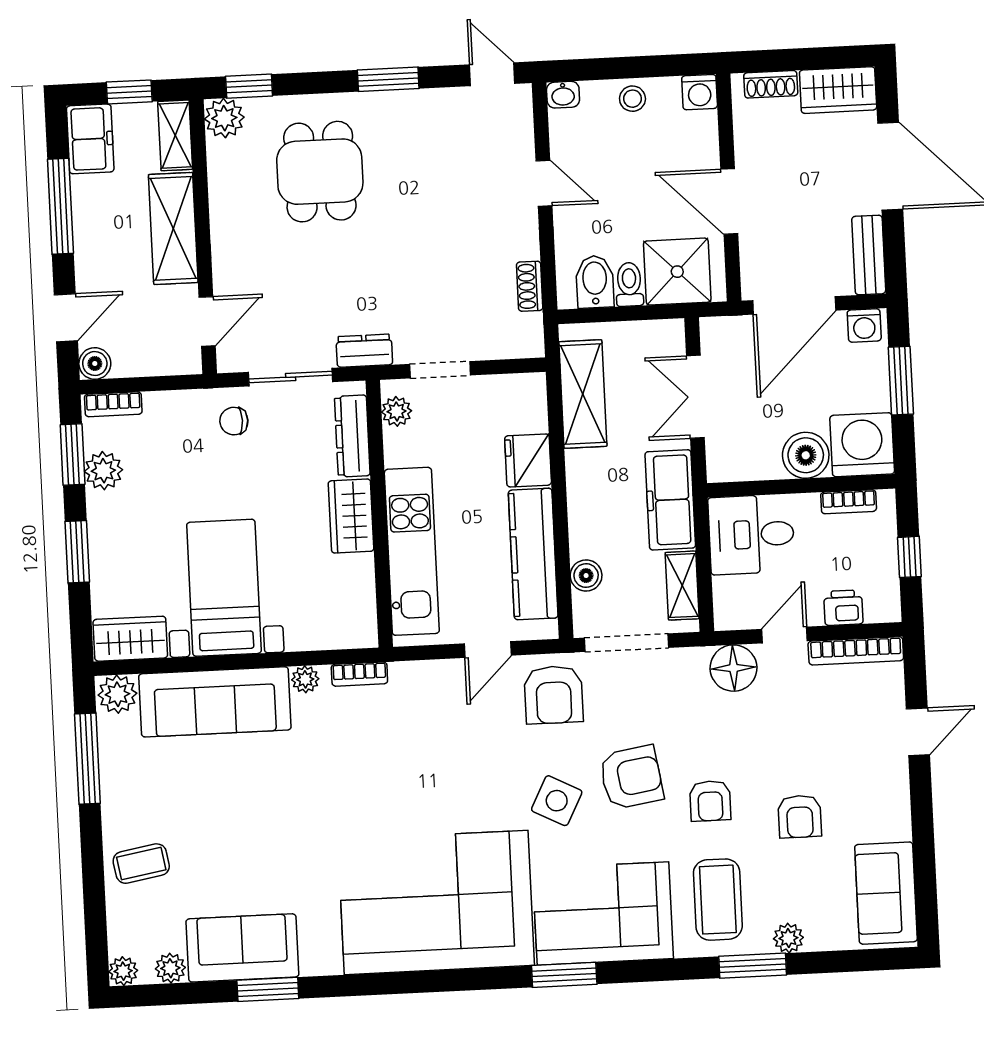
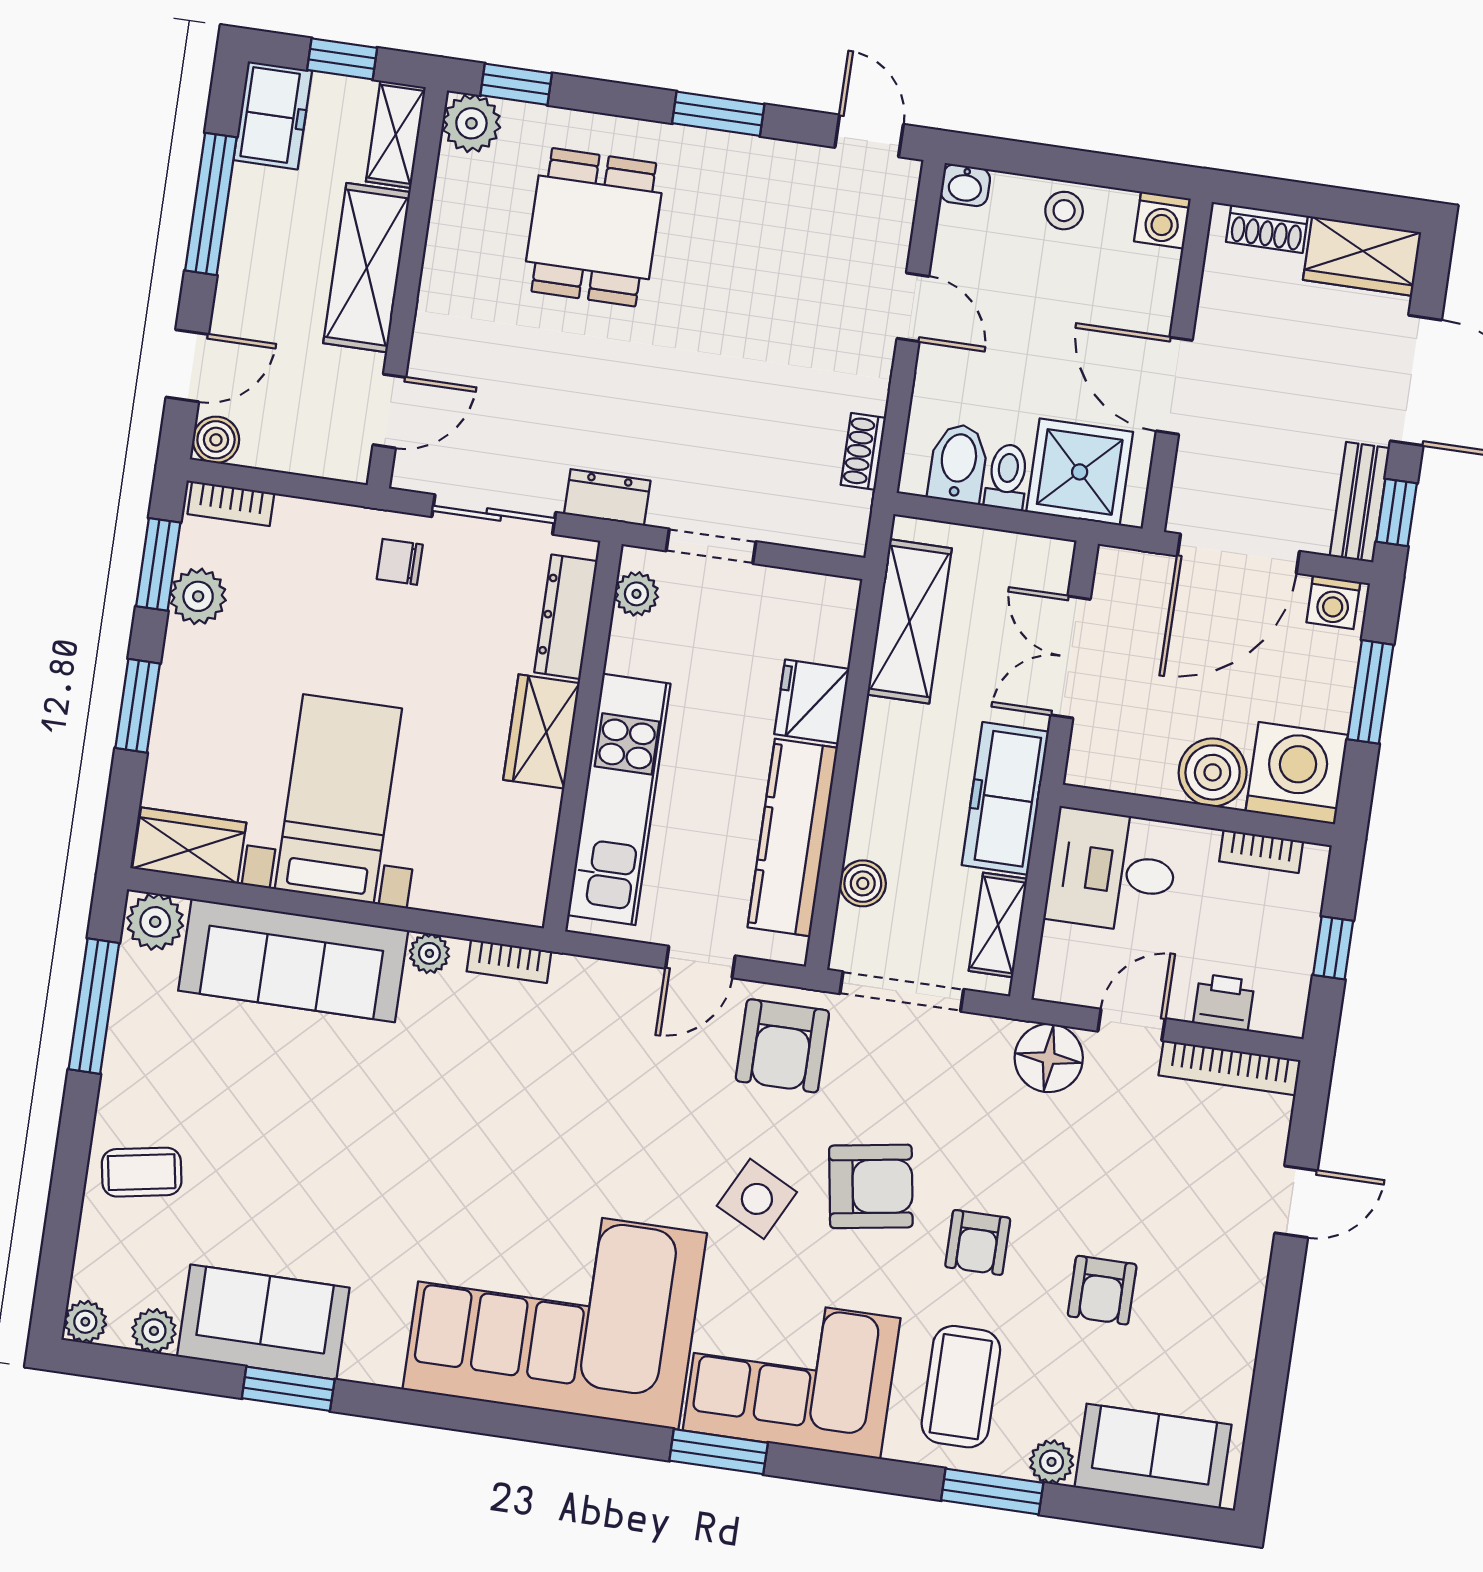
window: (895, 257) -> (1397, 512), added
sofa: (886, 893) -> (1153, 1456), moved, turned 90

